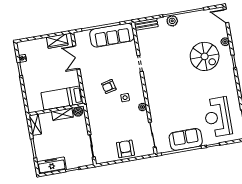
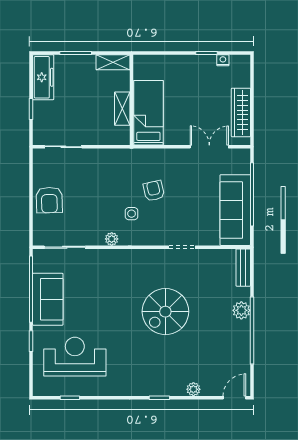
wardrobe: (57, 41) -> (241, 112), width x1.50
spiral stairs: (205, 56) -> (165, 312), moved
boiler: (78, 112) -> (122, 134), removed
armchair: (125, 149) -> (49, 200), turned 89

